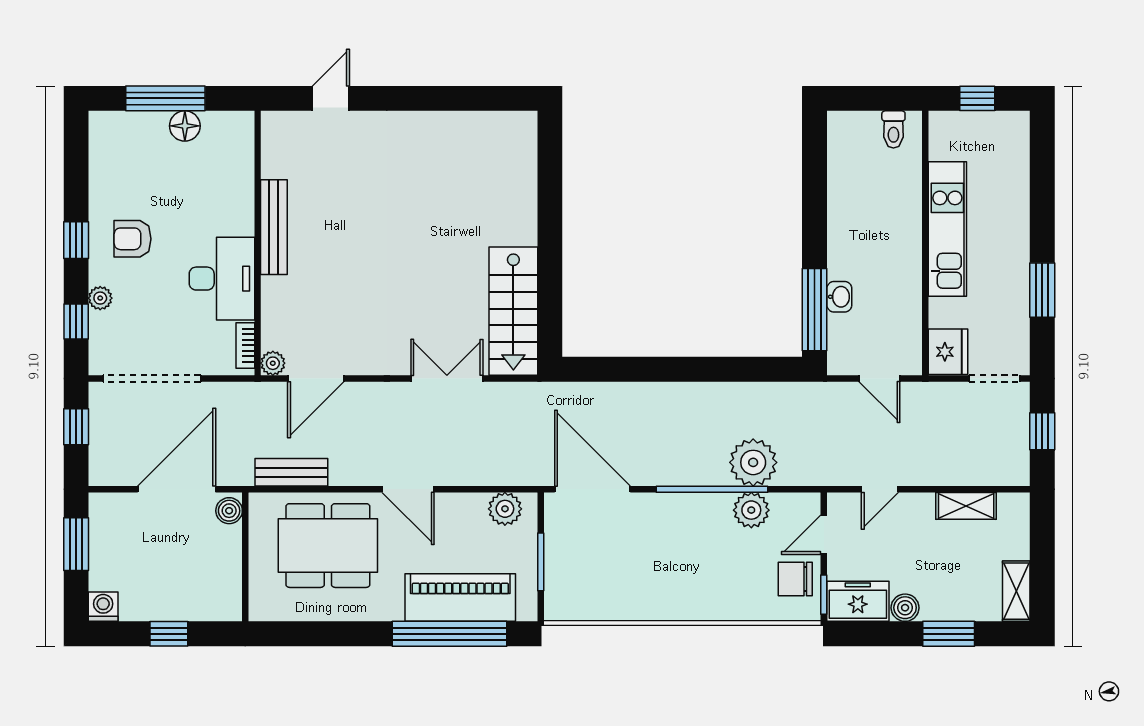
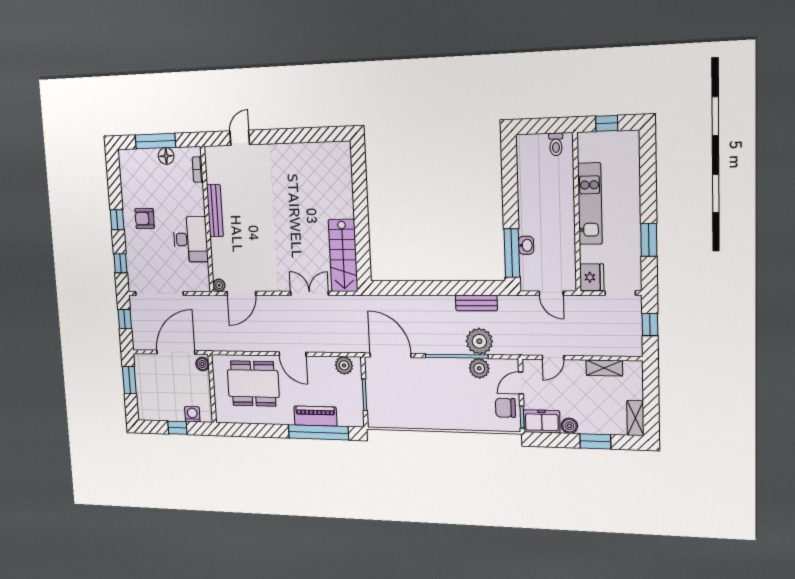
plant: (100, 298) -> (131, 251), removed
bookcase: (245, 345) -> (198, 170), moved
bench: (291, 472) -> (476, 303), moved
piano: (460, 598) -> (315, 416), width x0.73, depth x0.75
washing machine: (103, 607) -> (192, 414), moved

